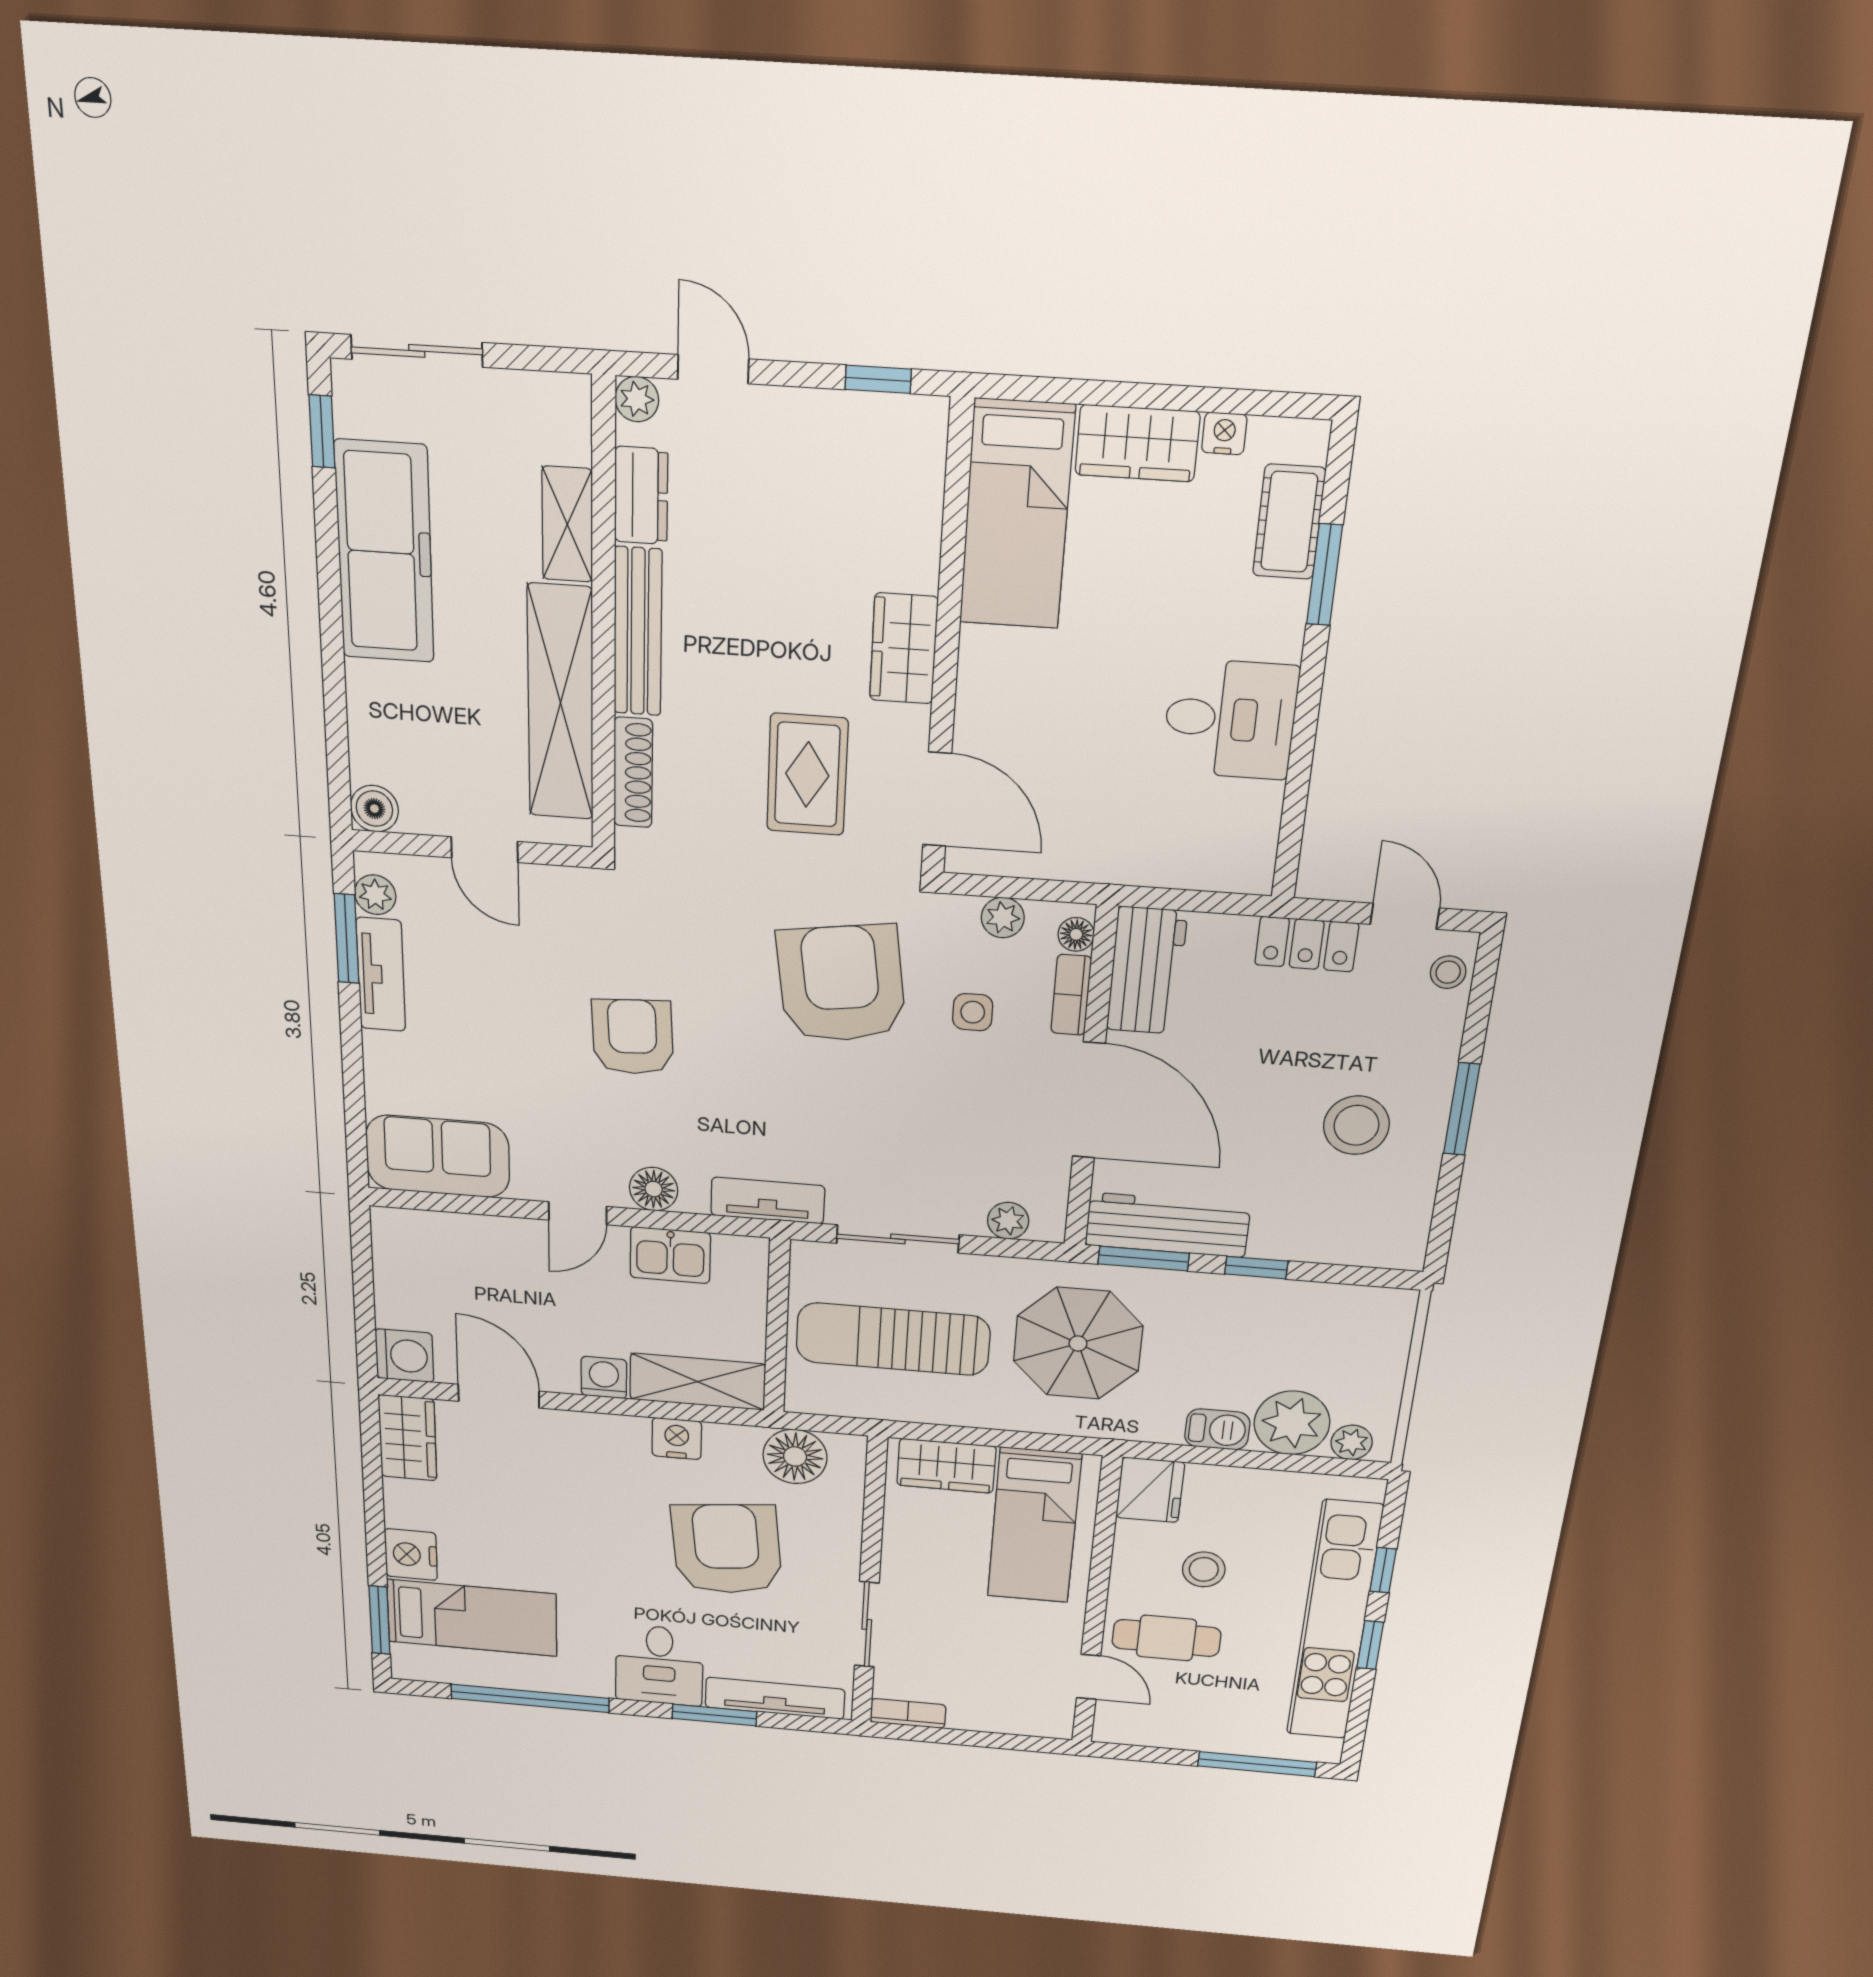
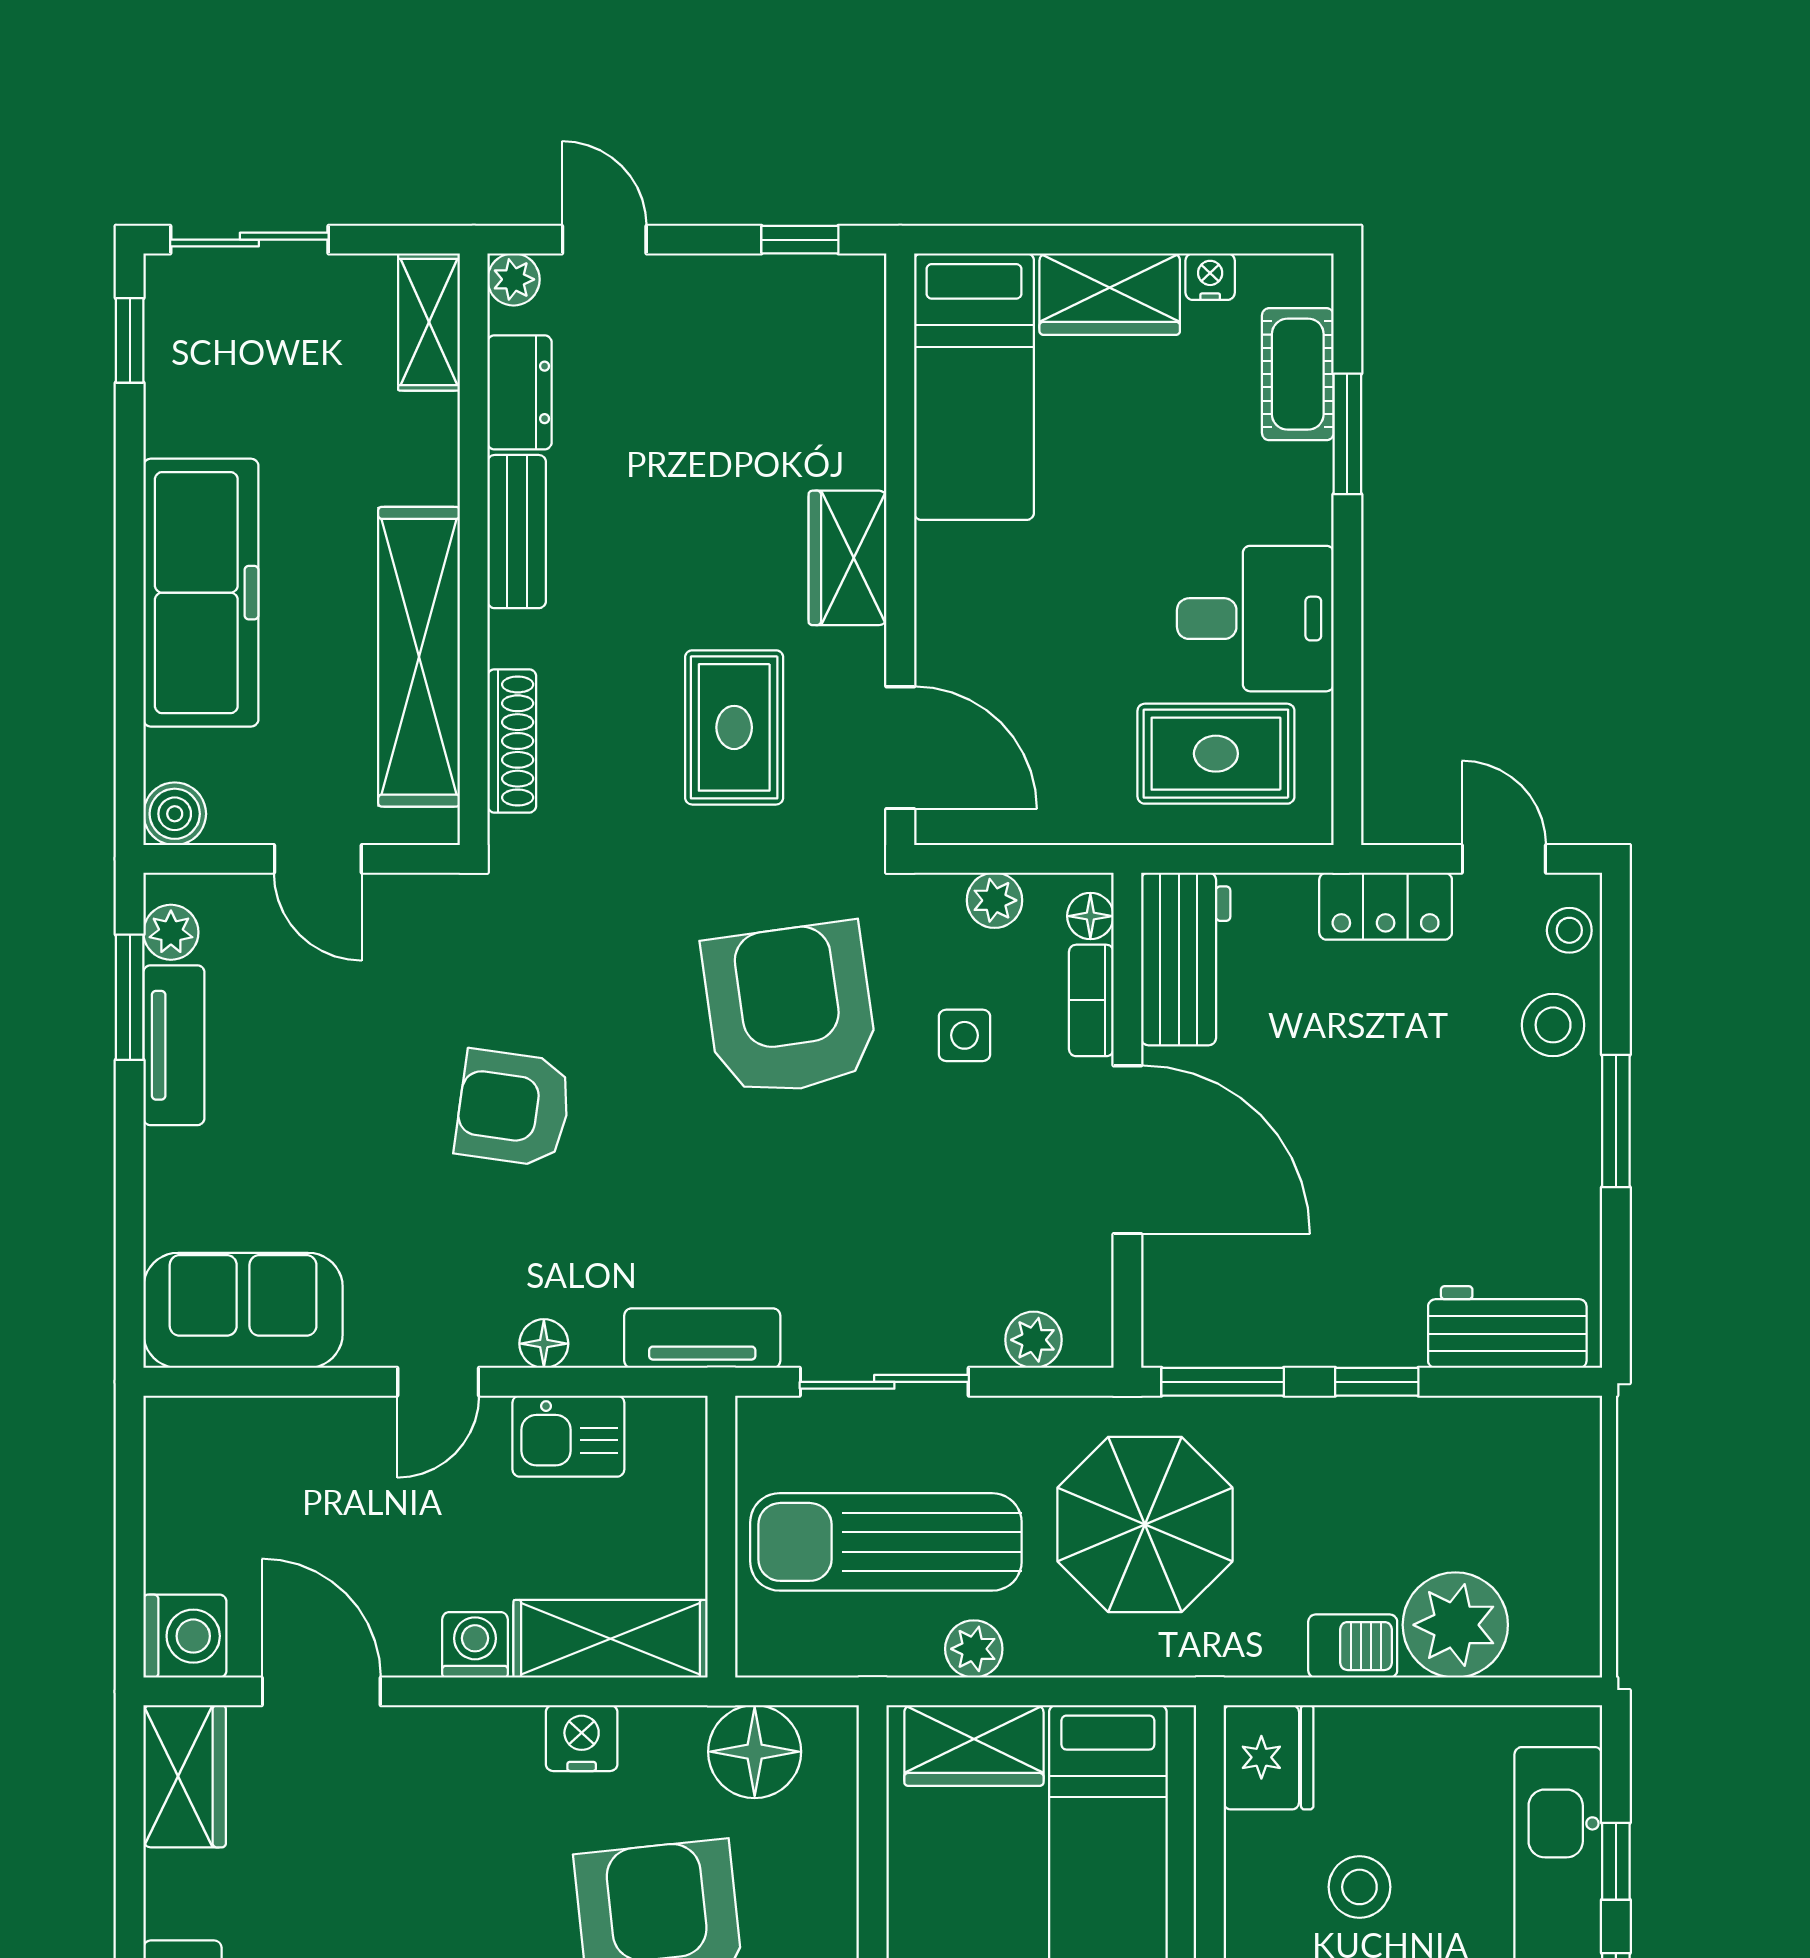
shelving: (567, 524) -> (429, 322), moved
freezer: (384, 552) -> (201, 593), moved
bench: (638, 632) -> (517, 532), width x0.73
rug: (1187, 821) -> (1216, 754), added
armchair: (633, 1037) -> (513, 1108), turned -79
stool: (1356, 1125) -> (1553, 1025), moved, width x0.73, depth x0.73
floor lamp: (654, 1189) -> (544, 1344), width x0.73, depth x0.73
workbench: (1168, 1225) -> (1507, 1327), moved, width x0.73
plant: (1352, 1442) -> (974, 1649), moved

